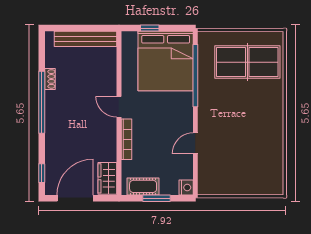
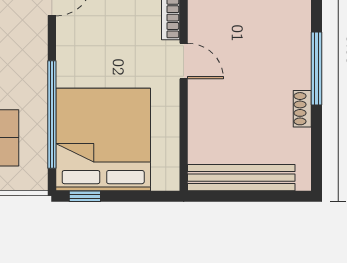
window: (150, 28) -> (85, 196), moved
window: (42, 102) -> (317, 68), width x0.68

